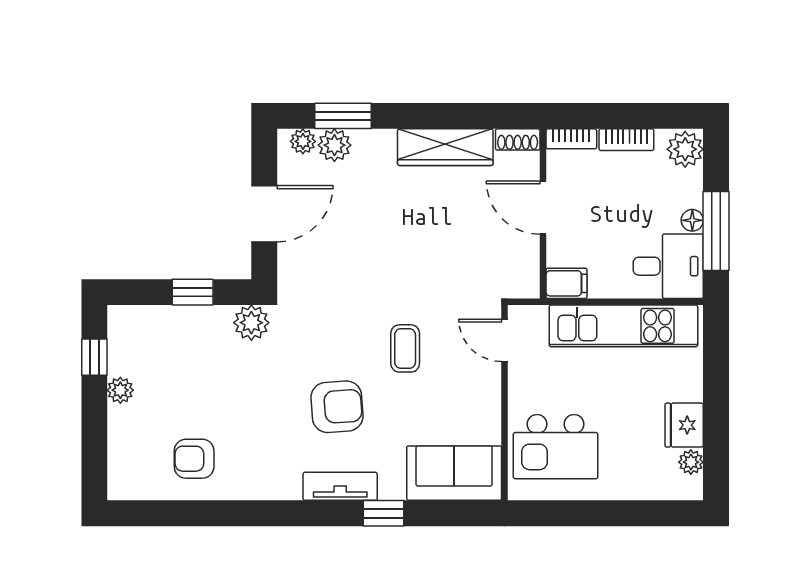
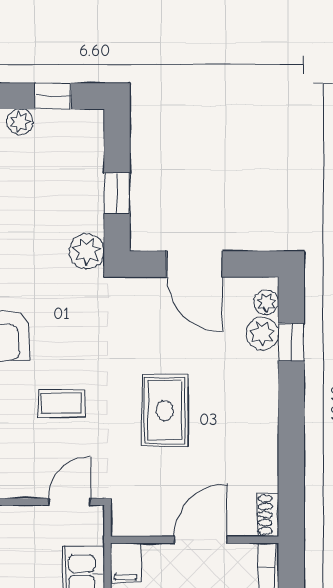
window: (343, 116) -> (291, 342), width x0.67
wardrobe: (445, 147) -> (260, 443), removed
rug: (412, 244) -> (165, 410), added

